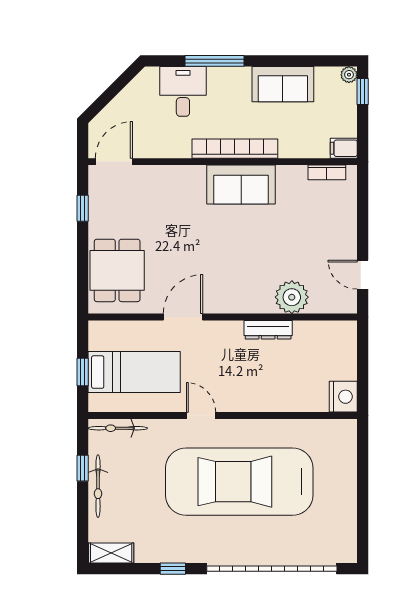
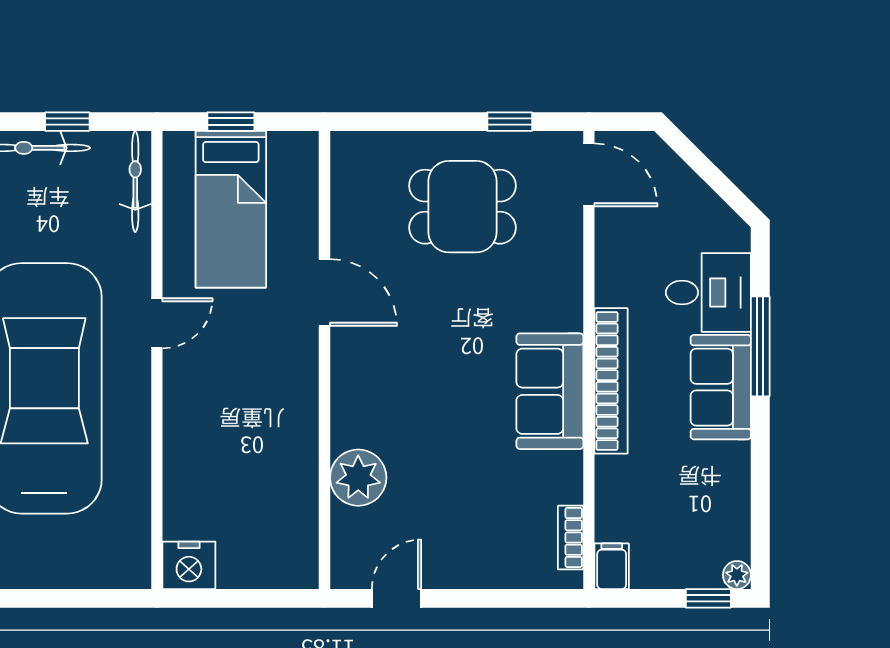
sofa: (283, 84) -> (721, 387), moved
dining table: (117, 270) -> (462, 207), moved
dresser: (268, 330) -> (303, 437), removed

